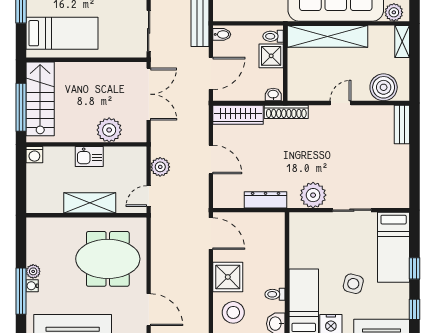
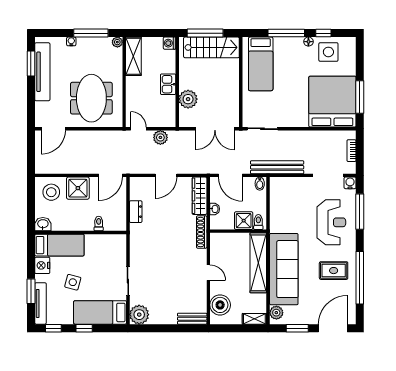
washbasin: (273, 94) -> (215, 209), moved
plant: (313, 195) -> (139, 315), moved
dresser: (266, 200) -> (136, 212), width x0.70
shelving: (90, 203) -> (133, 56), moved
plant: (33, 271) -> (117, 42), moved
window: (21, 291) -> (91, 33), moved
toilet: (275, 294) -> (99, 223), moved

